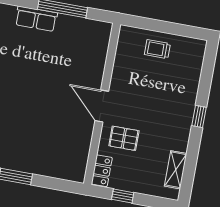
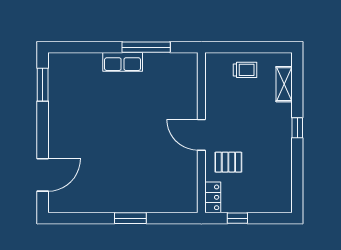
trolley: (157, 49) -> (245, 70), turned 180
shelving: (176, 170) -> (284, 84), moved

